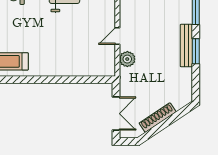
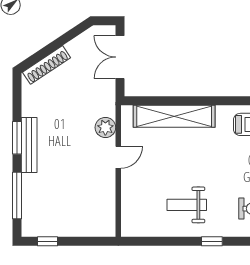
shelving: (74, 68) -> (174, 116), added
shoe rack: (158, 118) -> (47, 65), moved

